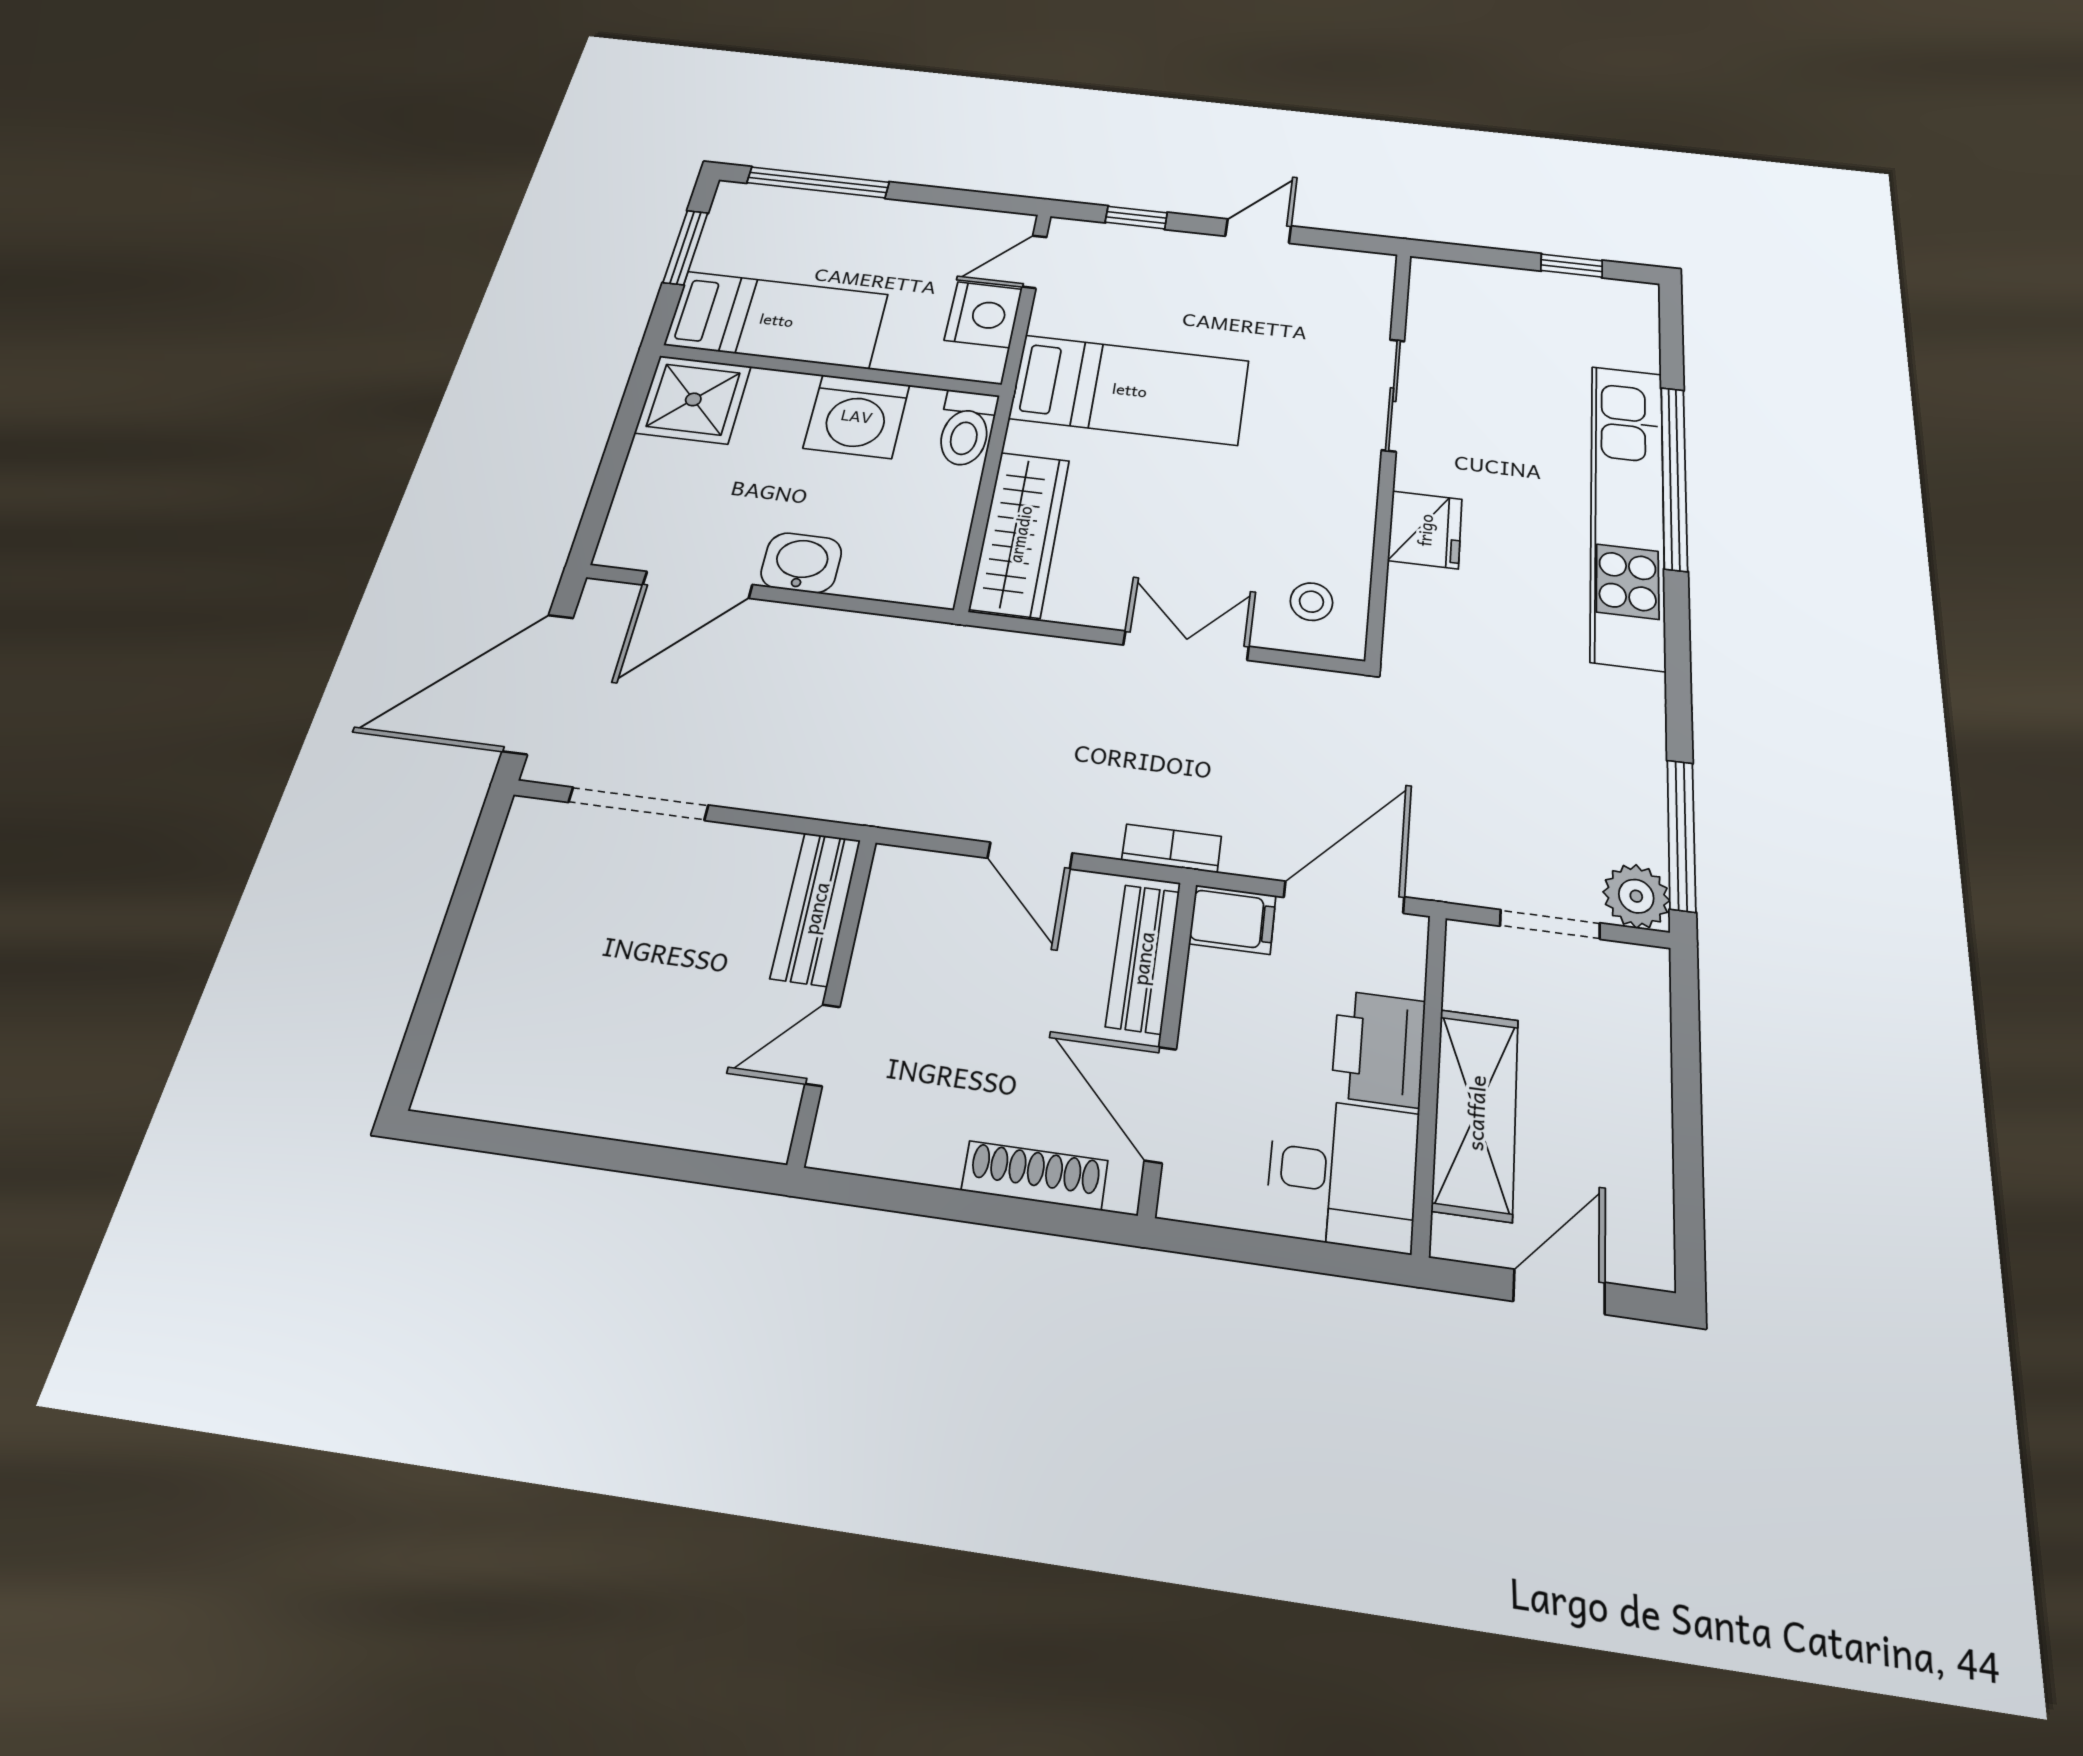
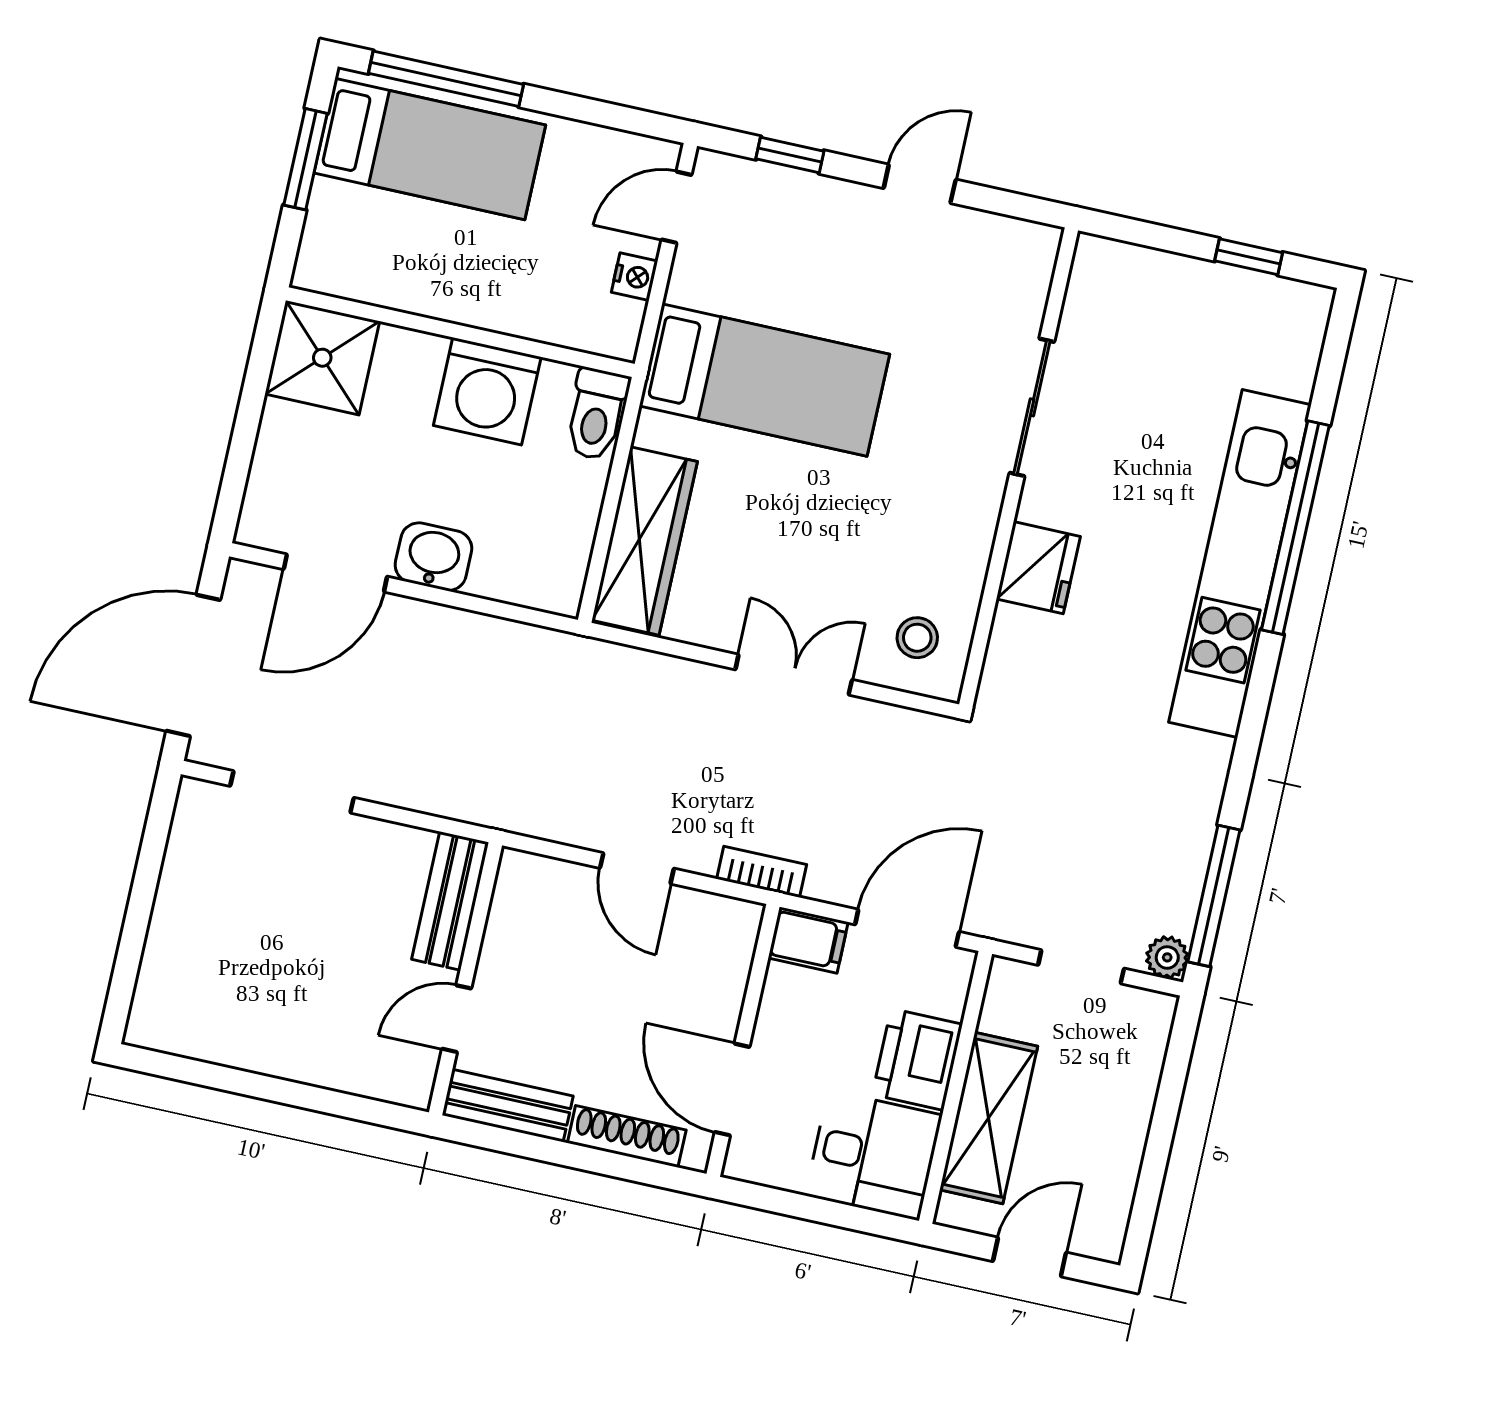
nightstand: (983, 315) -> (635, 277), width x0.53, depth x0.56
bed: (777, 320) -> (430, 149), moved
plant: (1636, 896) -> (1167, 957), width x0.73, depth x0.73
bench: (1143, 958) -> (508, 1106), moved, turned 90

